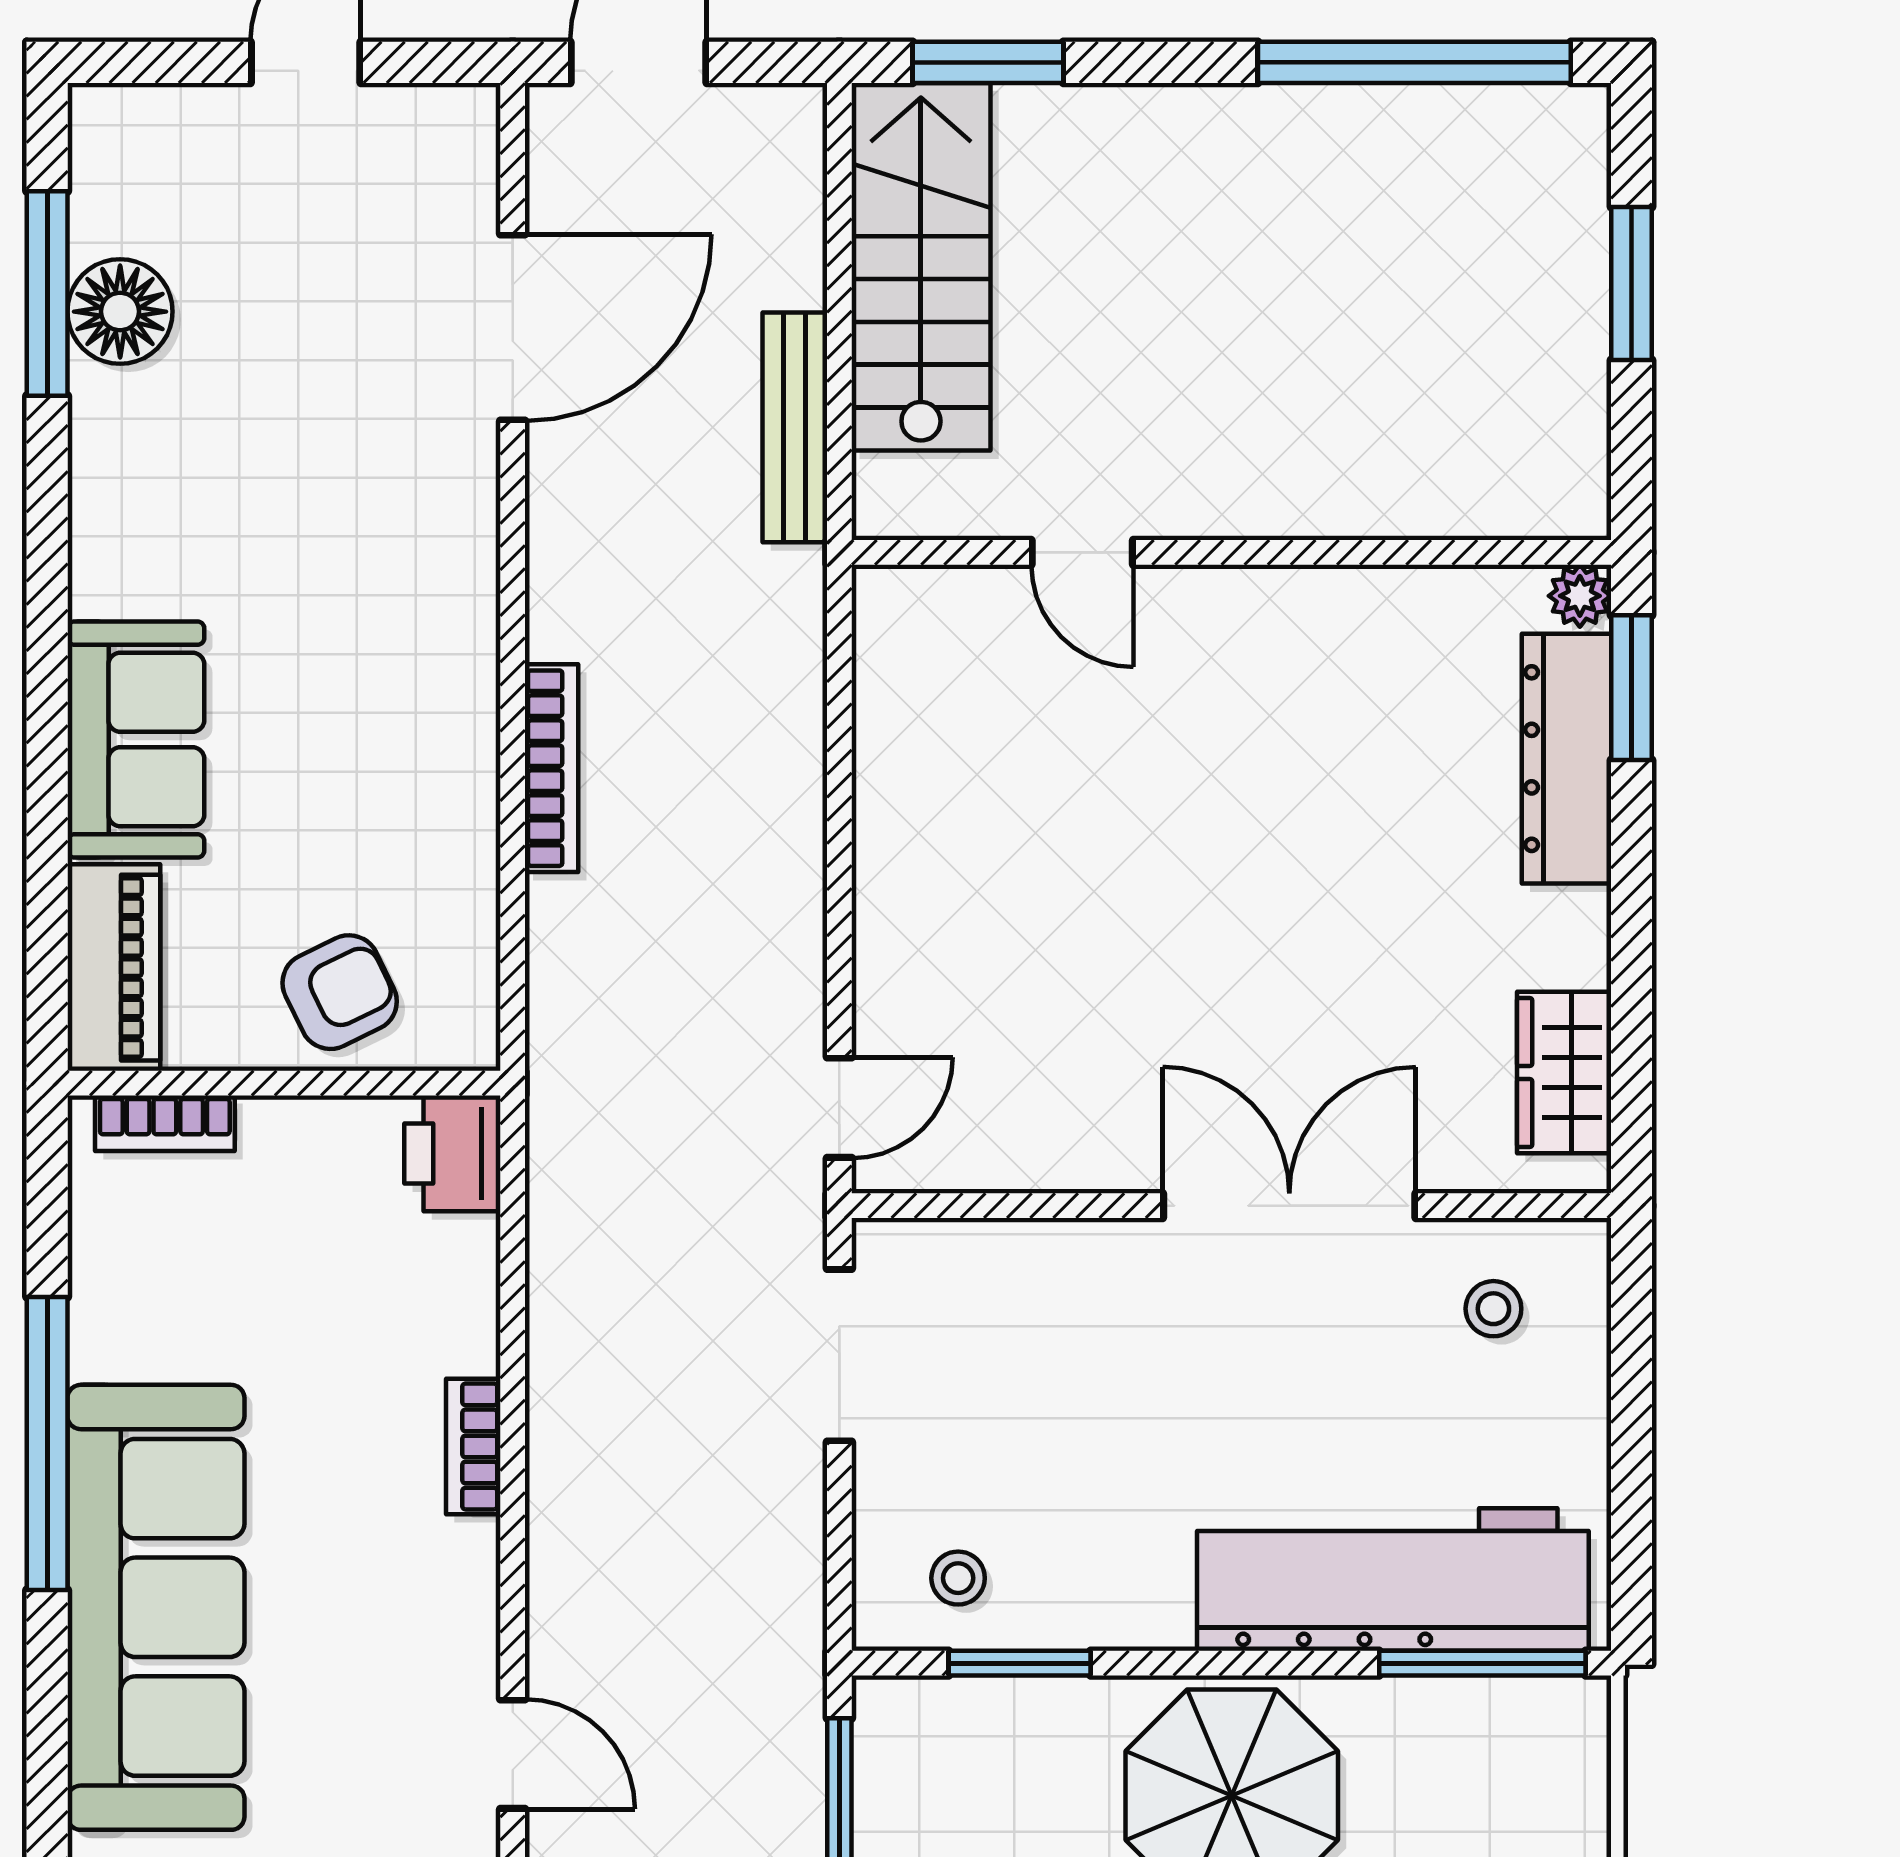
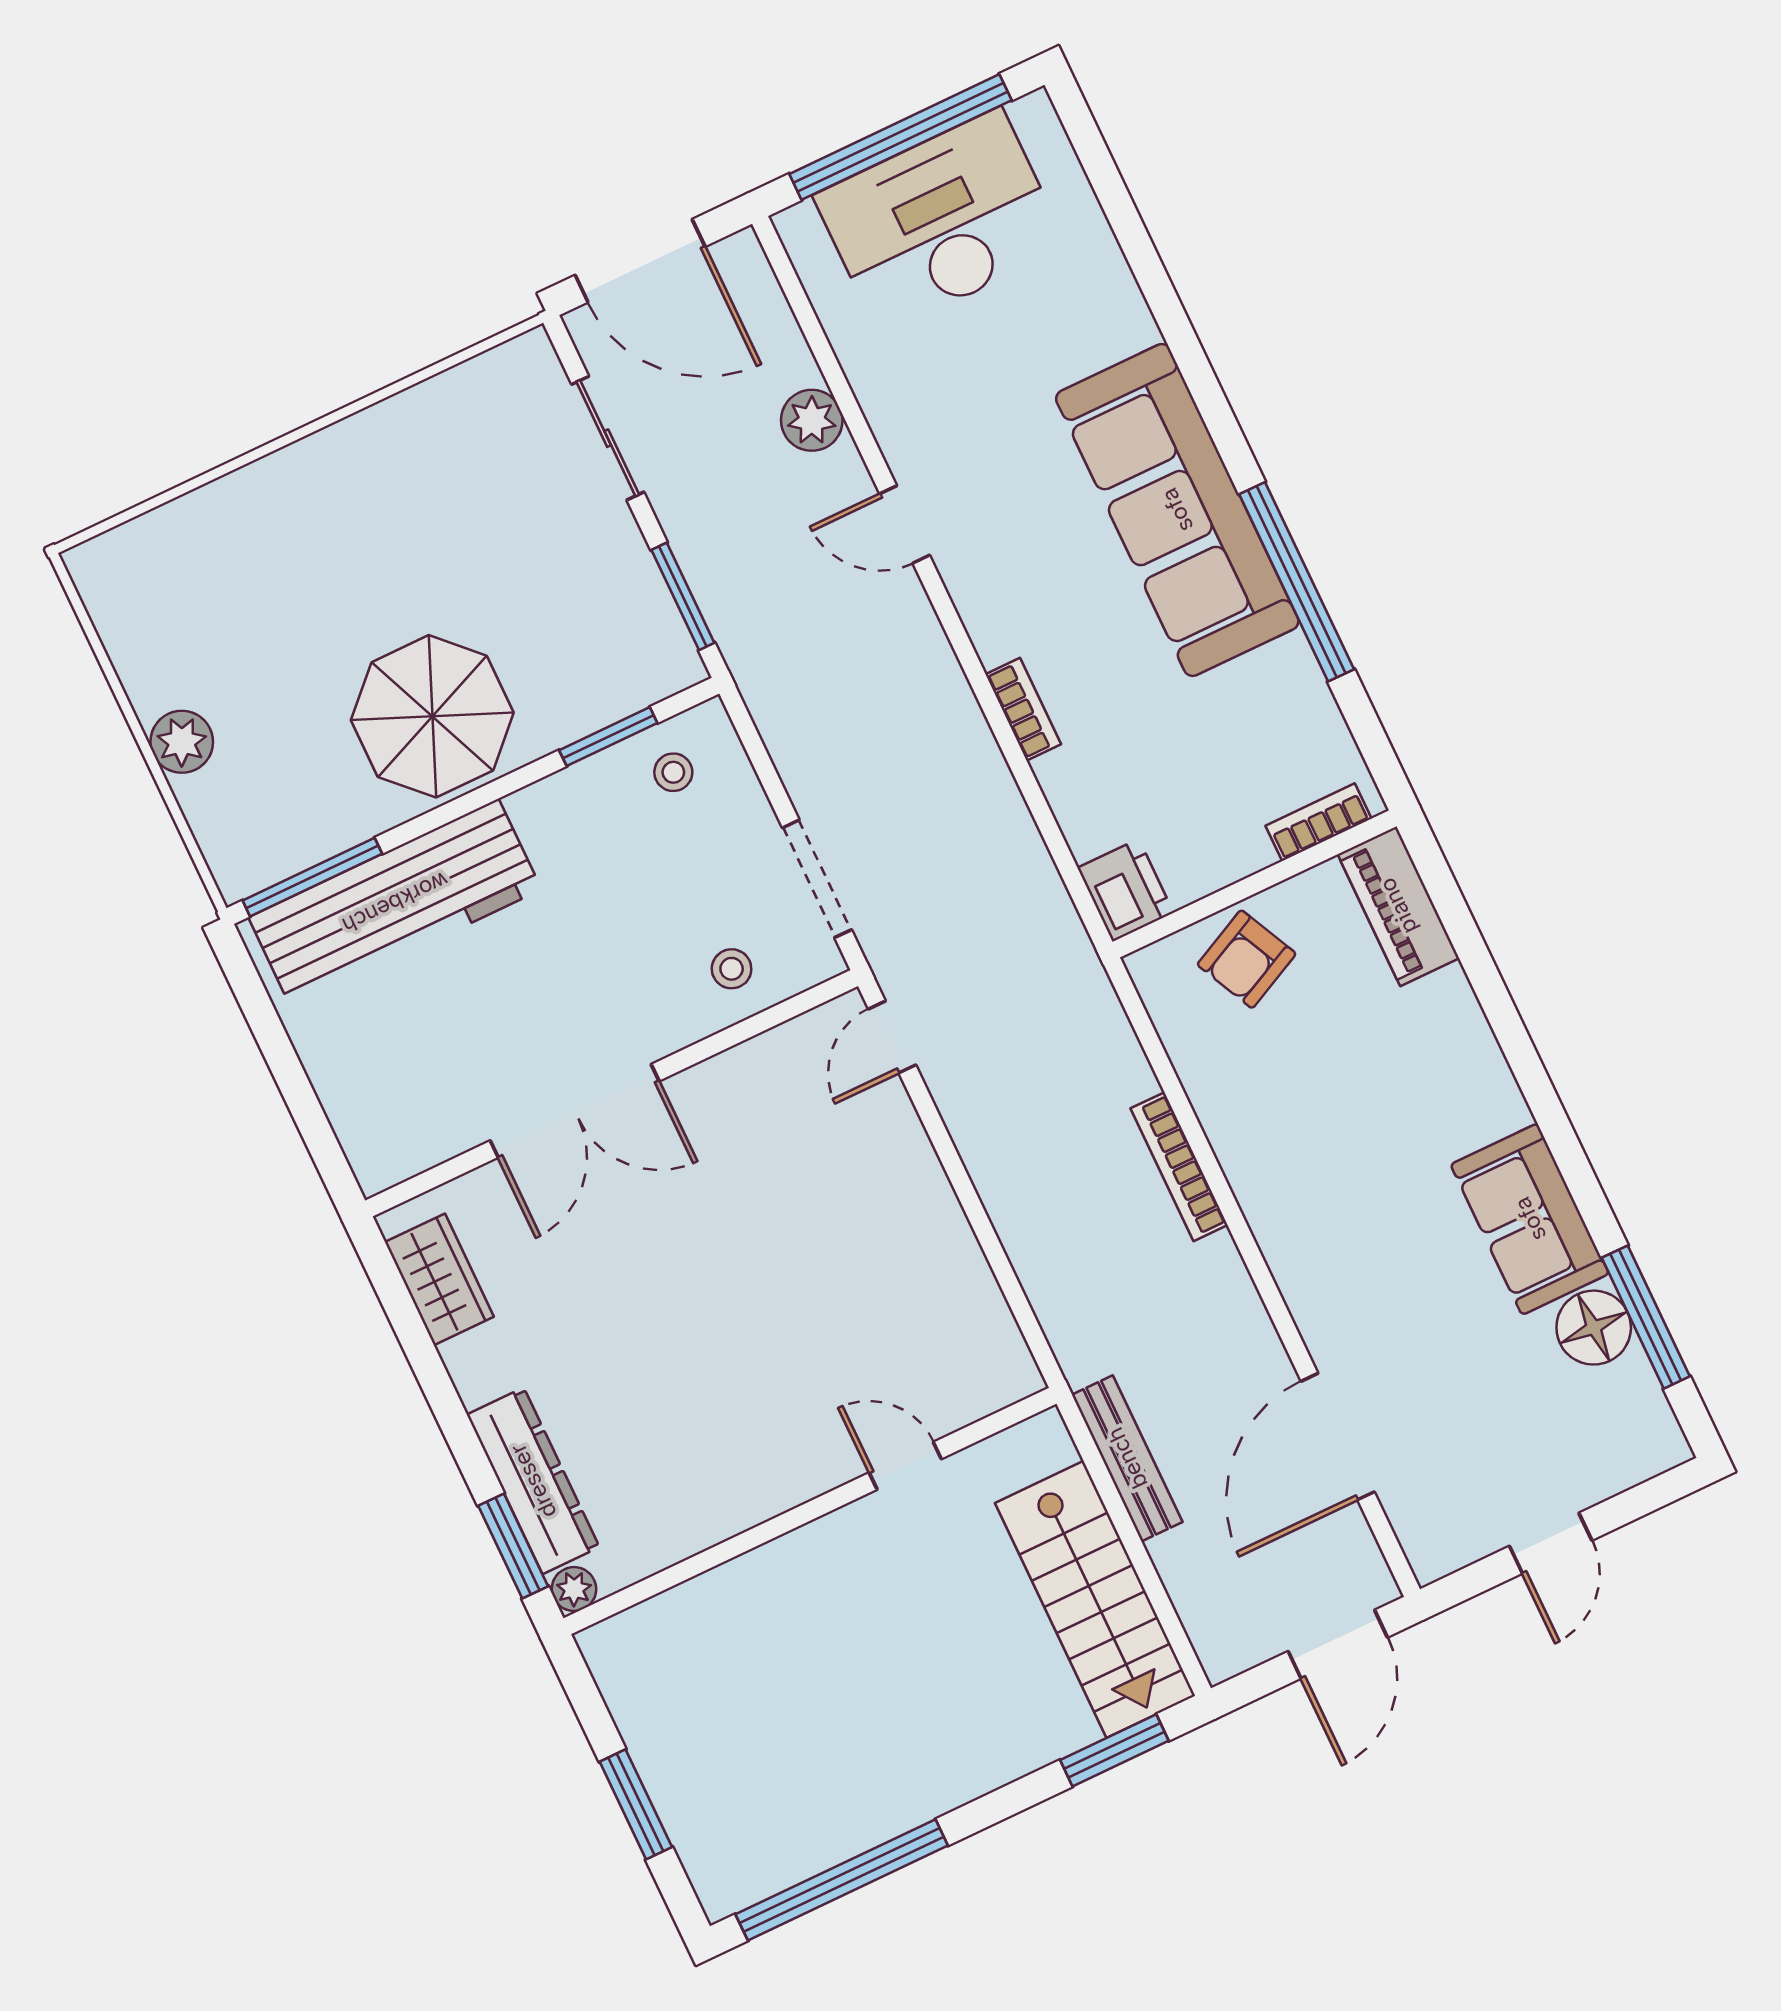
sofa: (136, 739) -> (1530, 1219), moved
stool: (1493, 1309) -> (732, 969), moved

